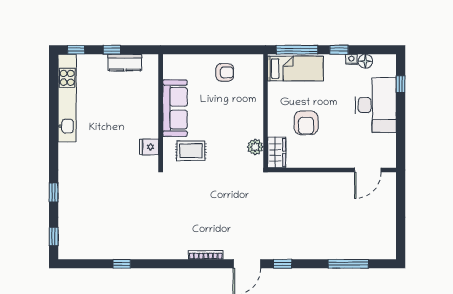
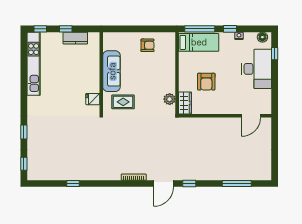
floor lamp: (365, 61) -> (262, 37), moved

